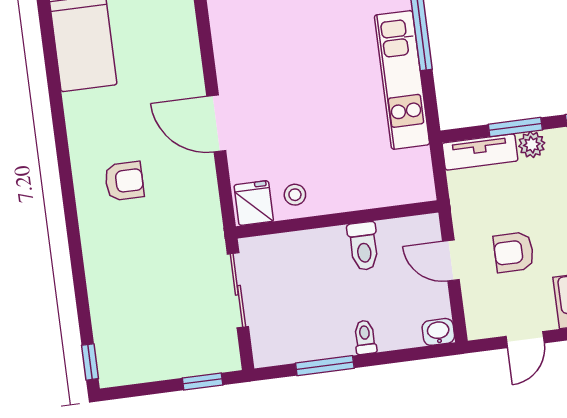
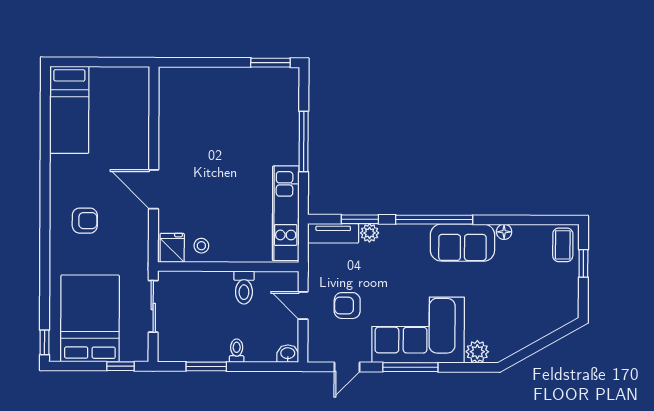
kitchen unit: (402, 80) -> (286, 213), moved
bed: (150, 319) -> (90, 318), added

